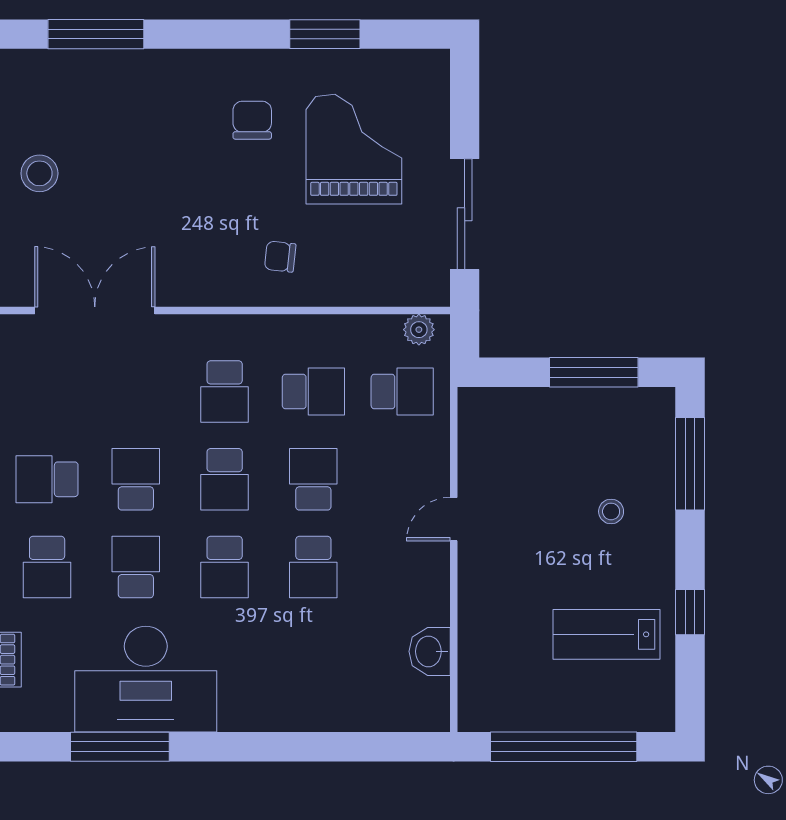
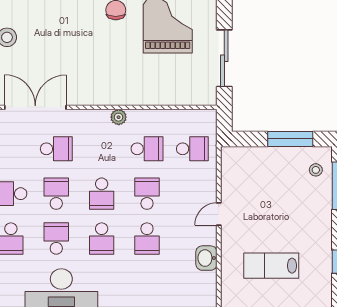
chair: (280, 257) -> (130, 80), removed
plant: (419, 330) -> (119, 117), moved
school desk: (225, 392) -> (56, 149), moved, turned -90
stool: (611, 511) -> (316, 170), moved
lab bench: (607, 634) -> (271, 266), moved
washbasin: (430, 651) -> (206, 258), moved

